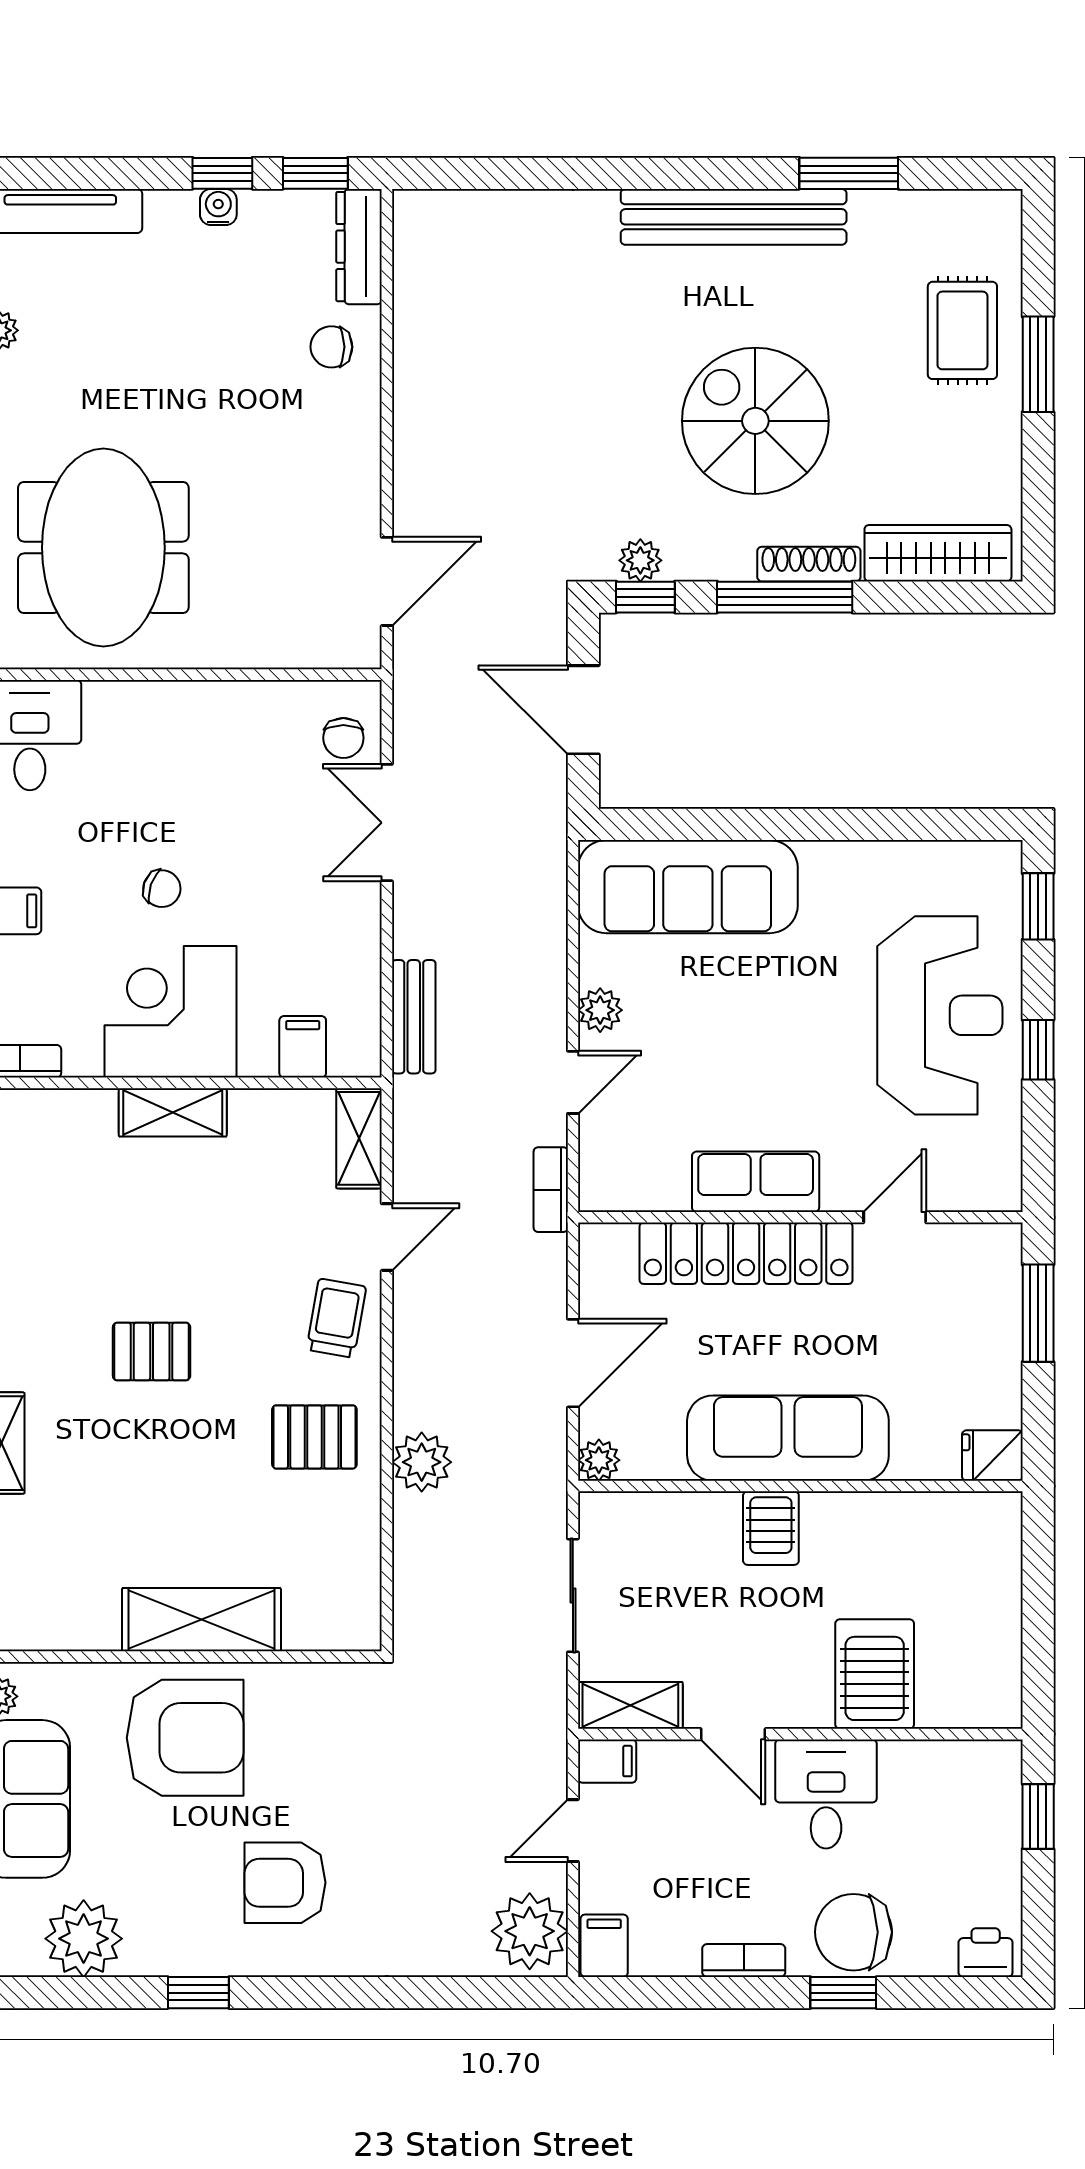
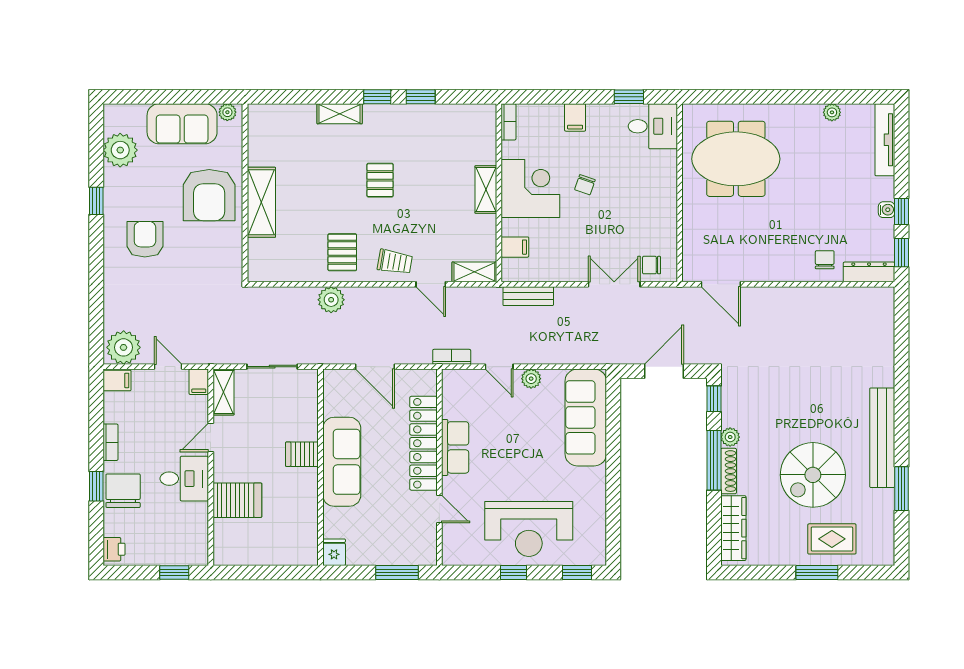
spiral stairs: (755, 421) -> (813, 475), moved, turned 180
plant: (640, 560) -> (730, 437), moved
plant: (599, 1460) -> (332, 378), removed

